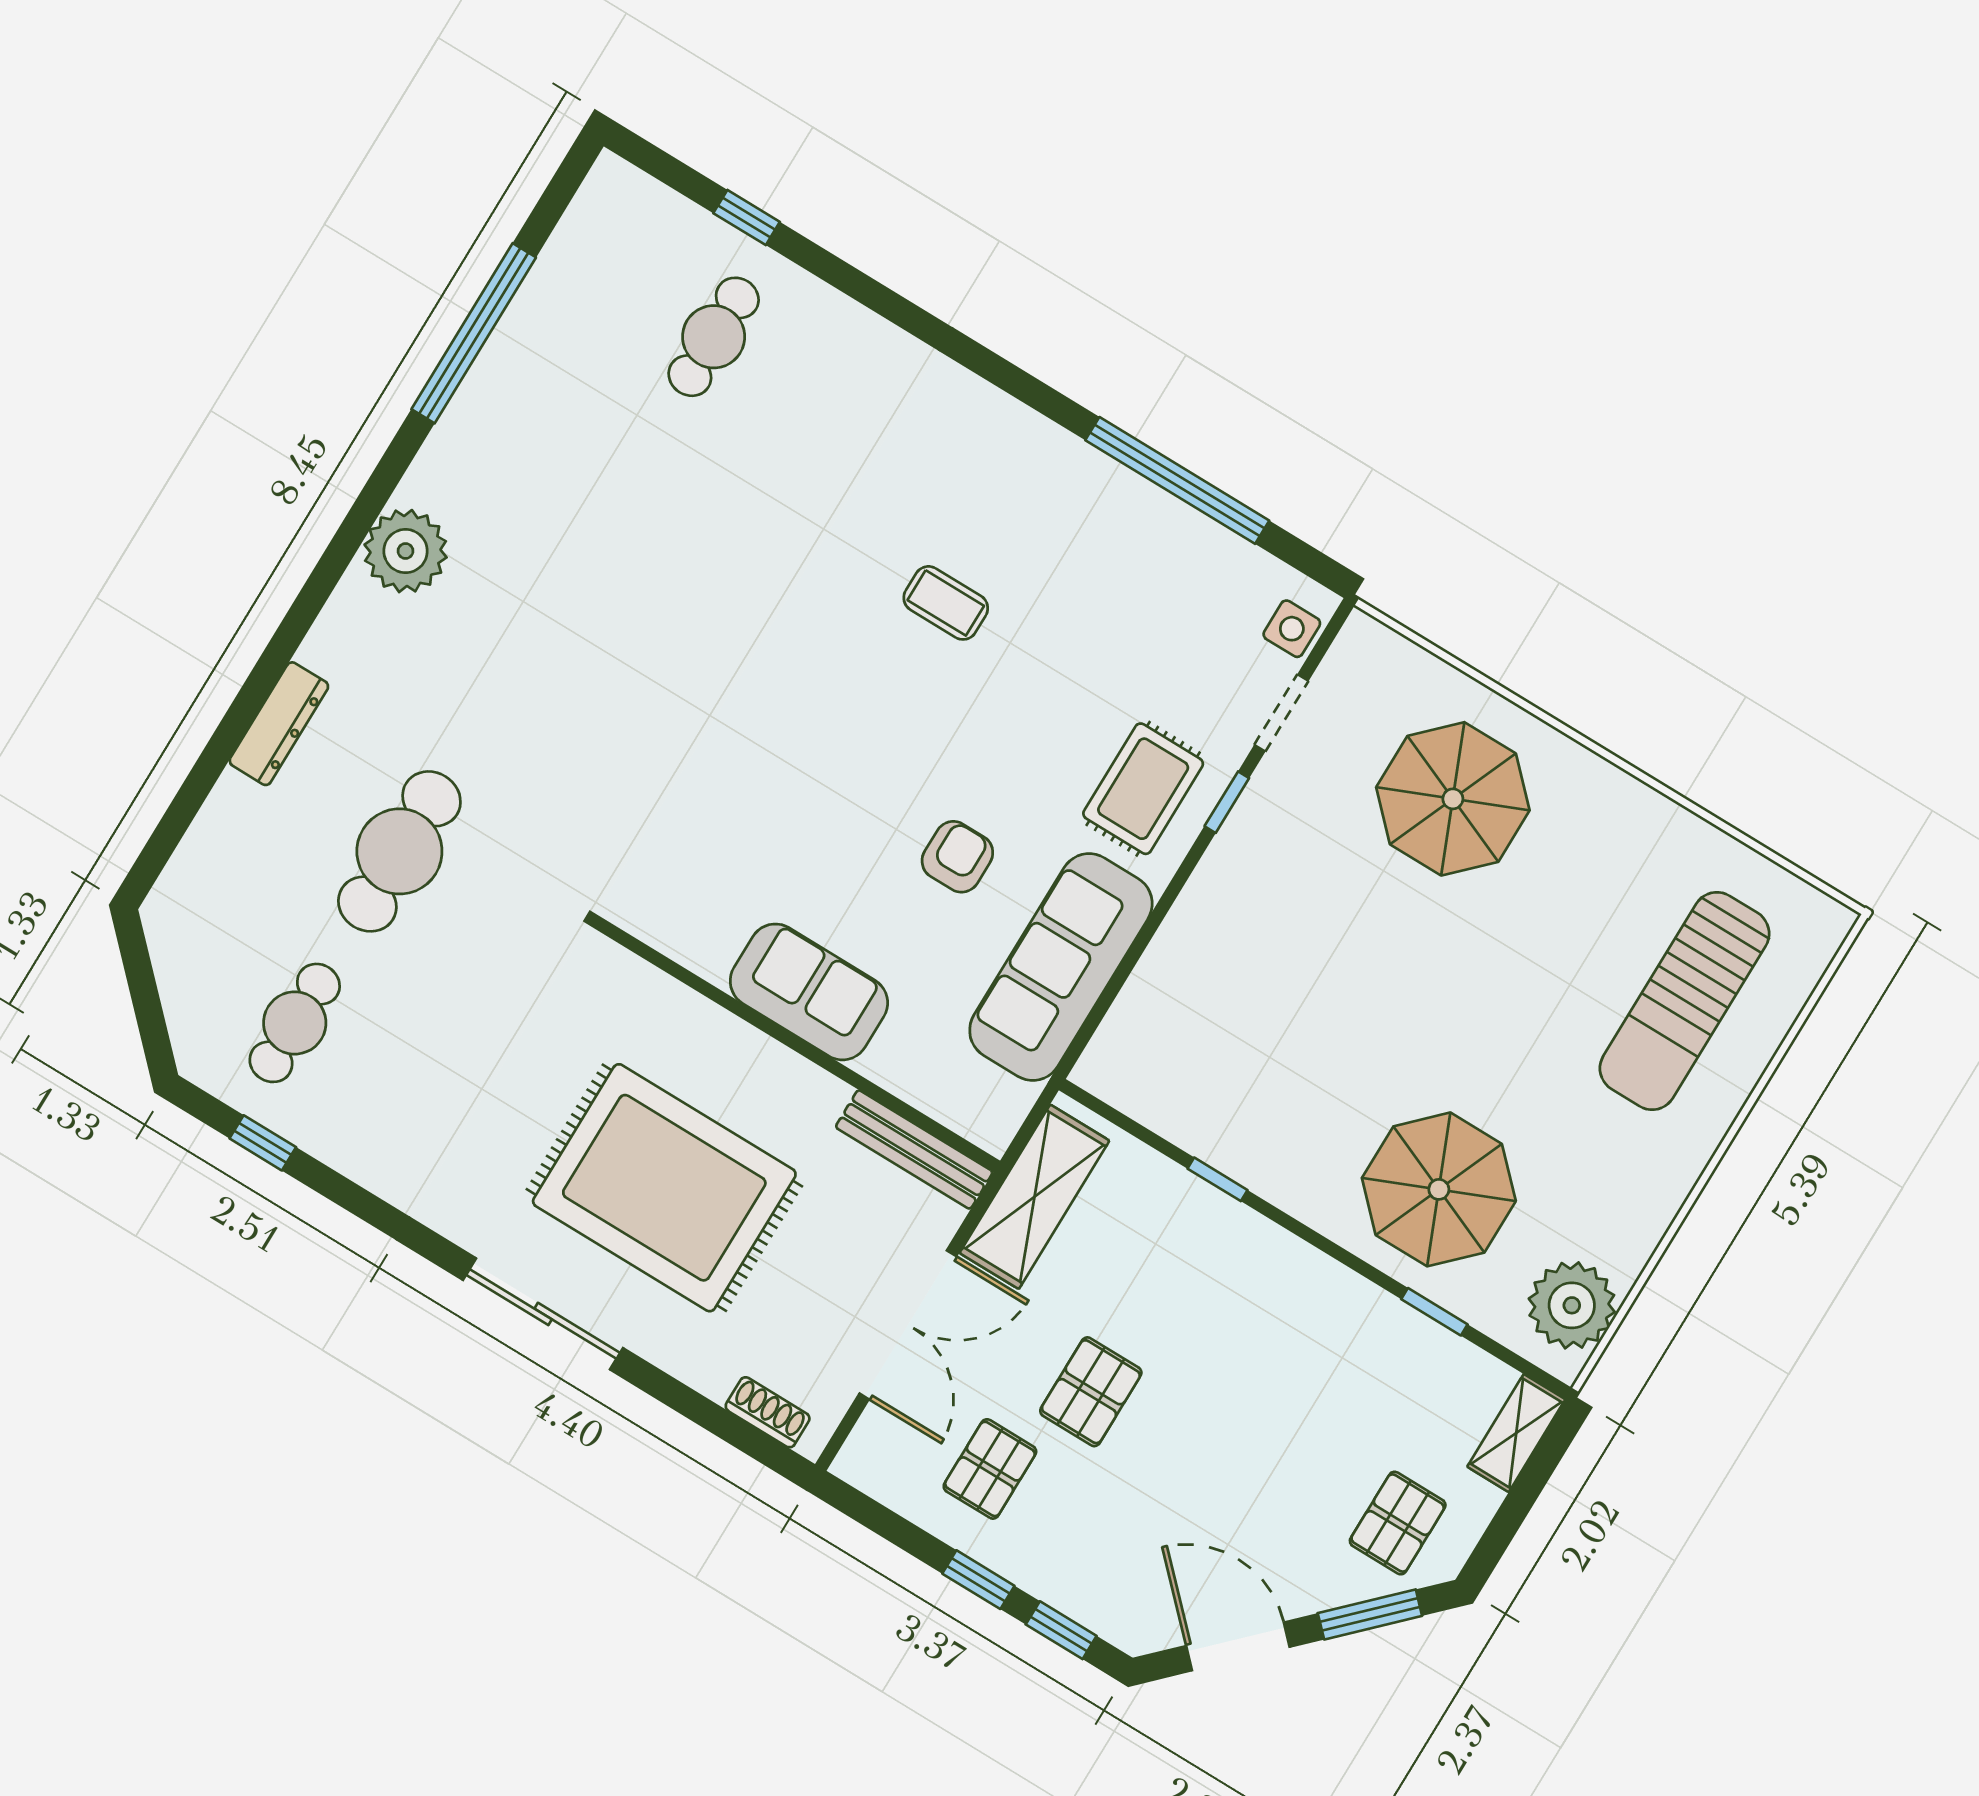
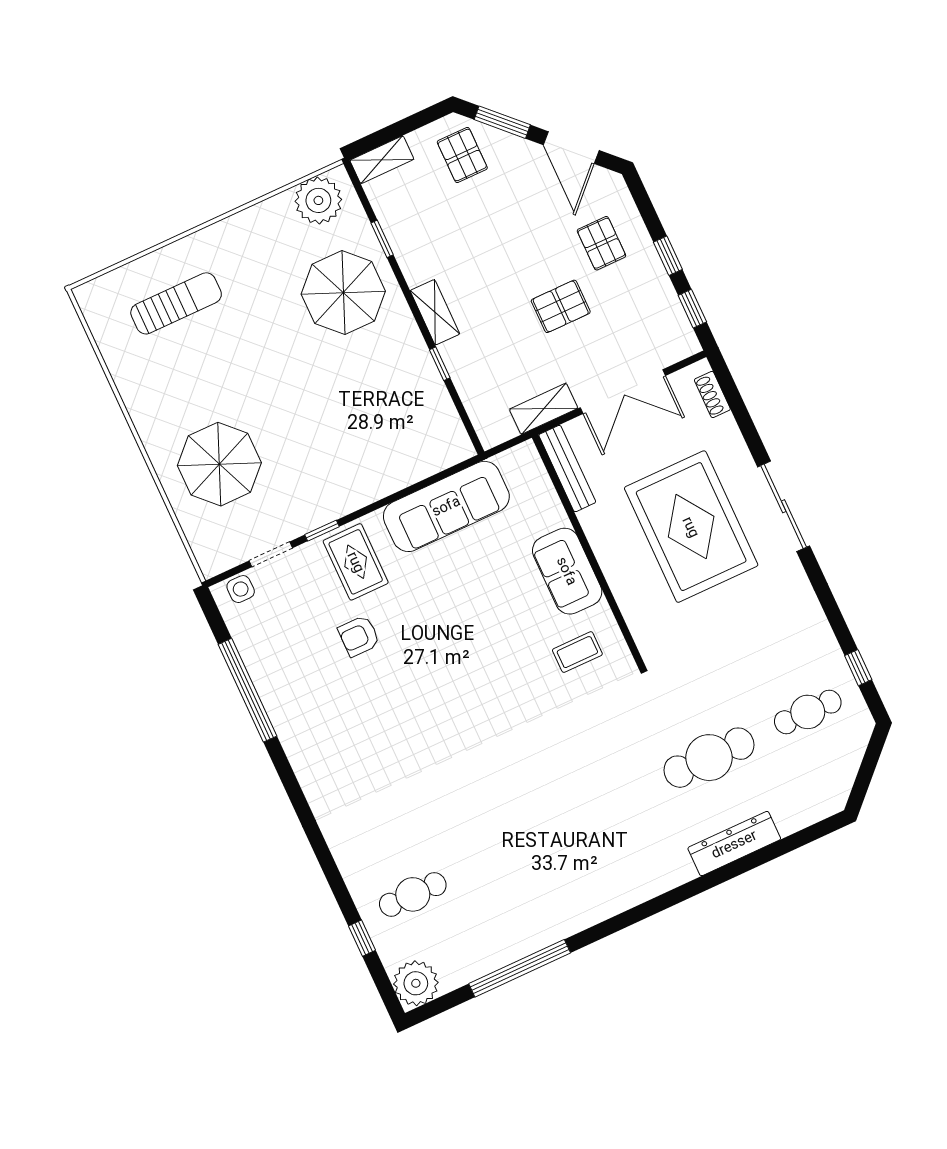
plant: (406, 551) -> (416, 983), moved
coffee table: (946, 603) -> (577, 652), moved, turned 90
dresser: (279, 724) -> (734, 844), width x1.37, depth x1.24
rug: (1143, 789) -> (356, 562), turned 90
armchair: (957, 857) -> (359, 636), moved
sun lounger: (1685, 1001) -> (176, 303), width x0.73, depth x0.75
shelving: (1034, 1197) -> (544, 409), width x0.67, depth x0.75
shelving: (1278, 1253) -> (435, 312), added
double door: (908, 1325) -> (623, 392), swing flipped
pallet: (990, 1469) -> (601, 243), moved, turned 90
pallet: (1398, 1523) -> (462, 155), turned 90
window: (1061, 1630) -> (692, 309), moved

